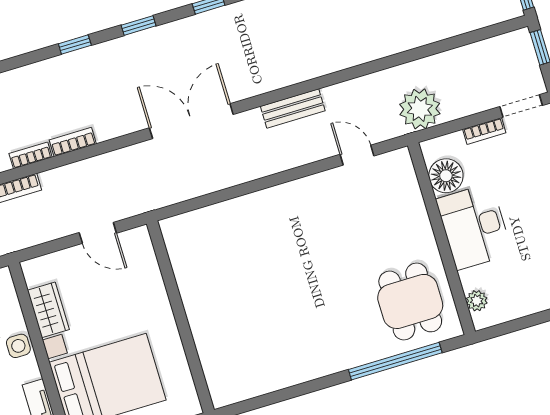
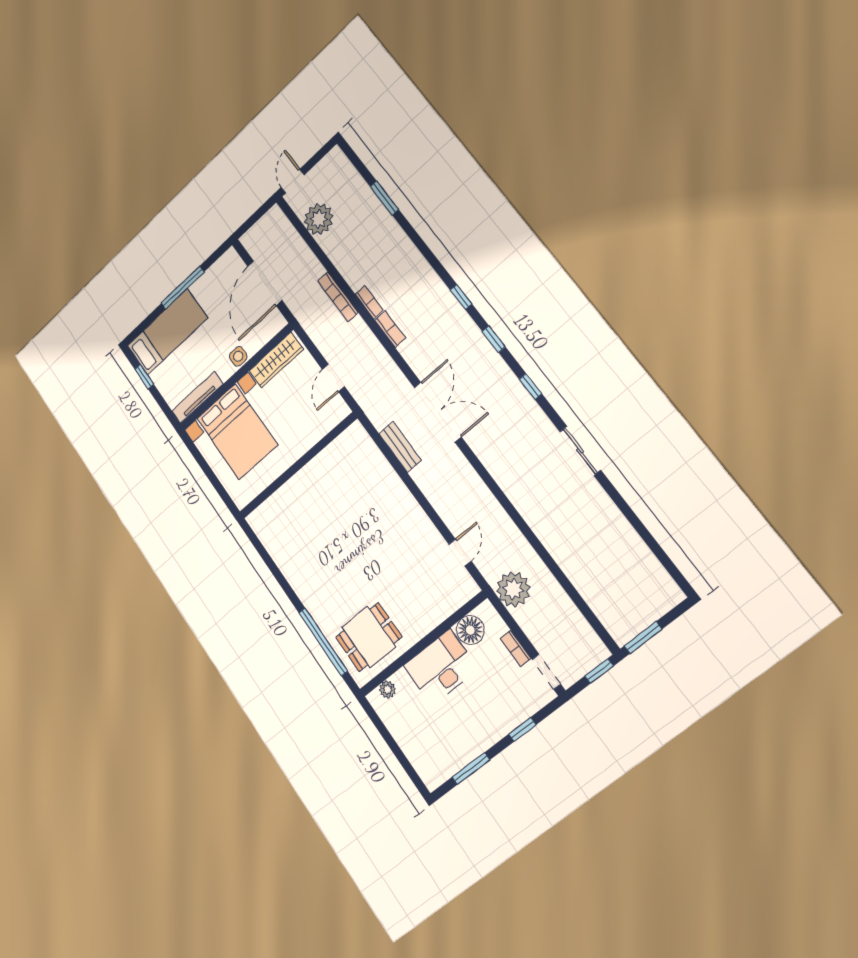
bench: (293, 108) -> (400, 447), moved
wardrobe: (48, 310) -> (276, 360), width x1.50

